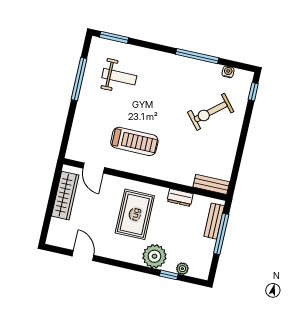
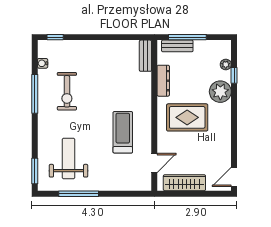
weight bench: (119, 77) -> (68, 159), width x1.36, depth x1.33
exercise bike: (211, 112) -> (67, 91), moved, turned 40
dresser: (180, 197) -> (163, 81), width x1.44
door: (83, 256) -> (234, 177), moved

